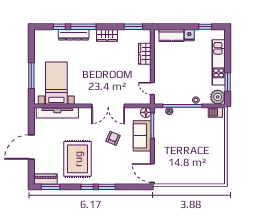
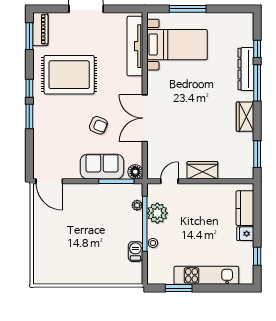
wardrobe: (145, 54) -> (202, 170), moved
plant: (218, 97) -> (157, 213), moved
barbecue: (215, 112) -> (135, 252), moved
door: (152, 173) -> (49, 181), swing flipped

